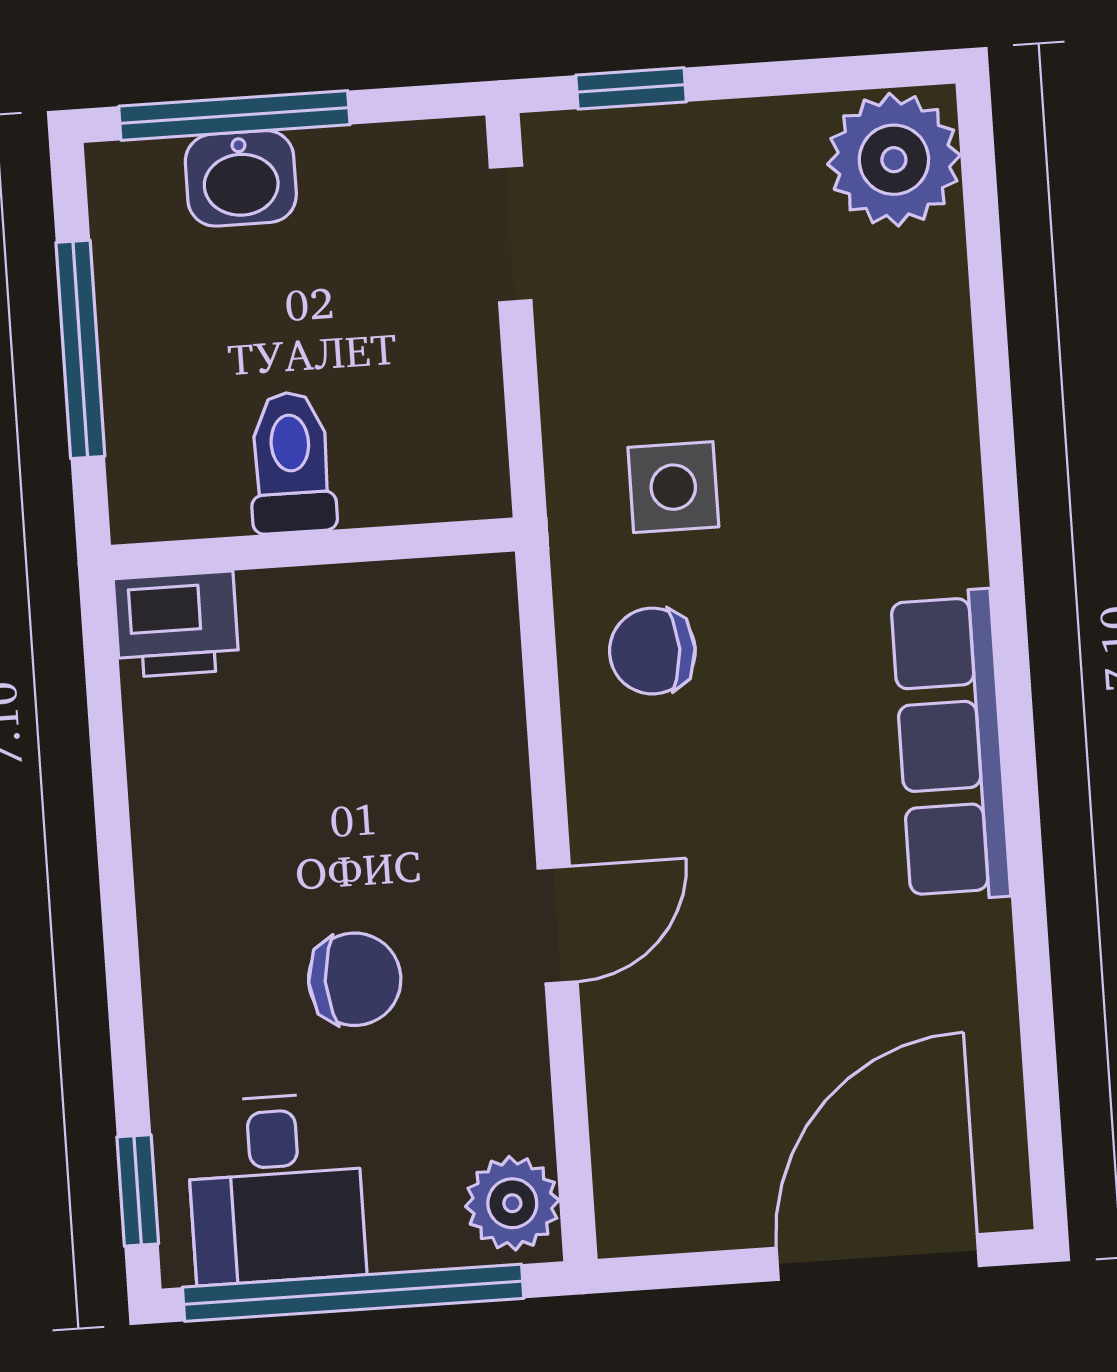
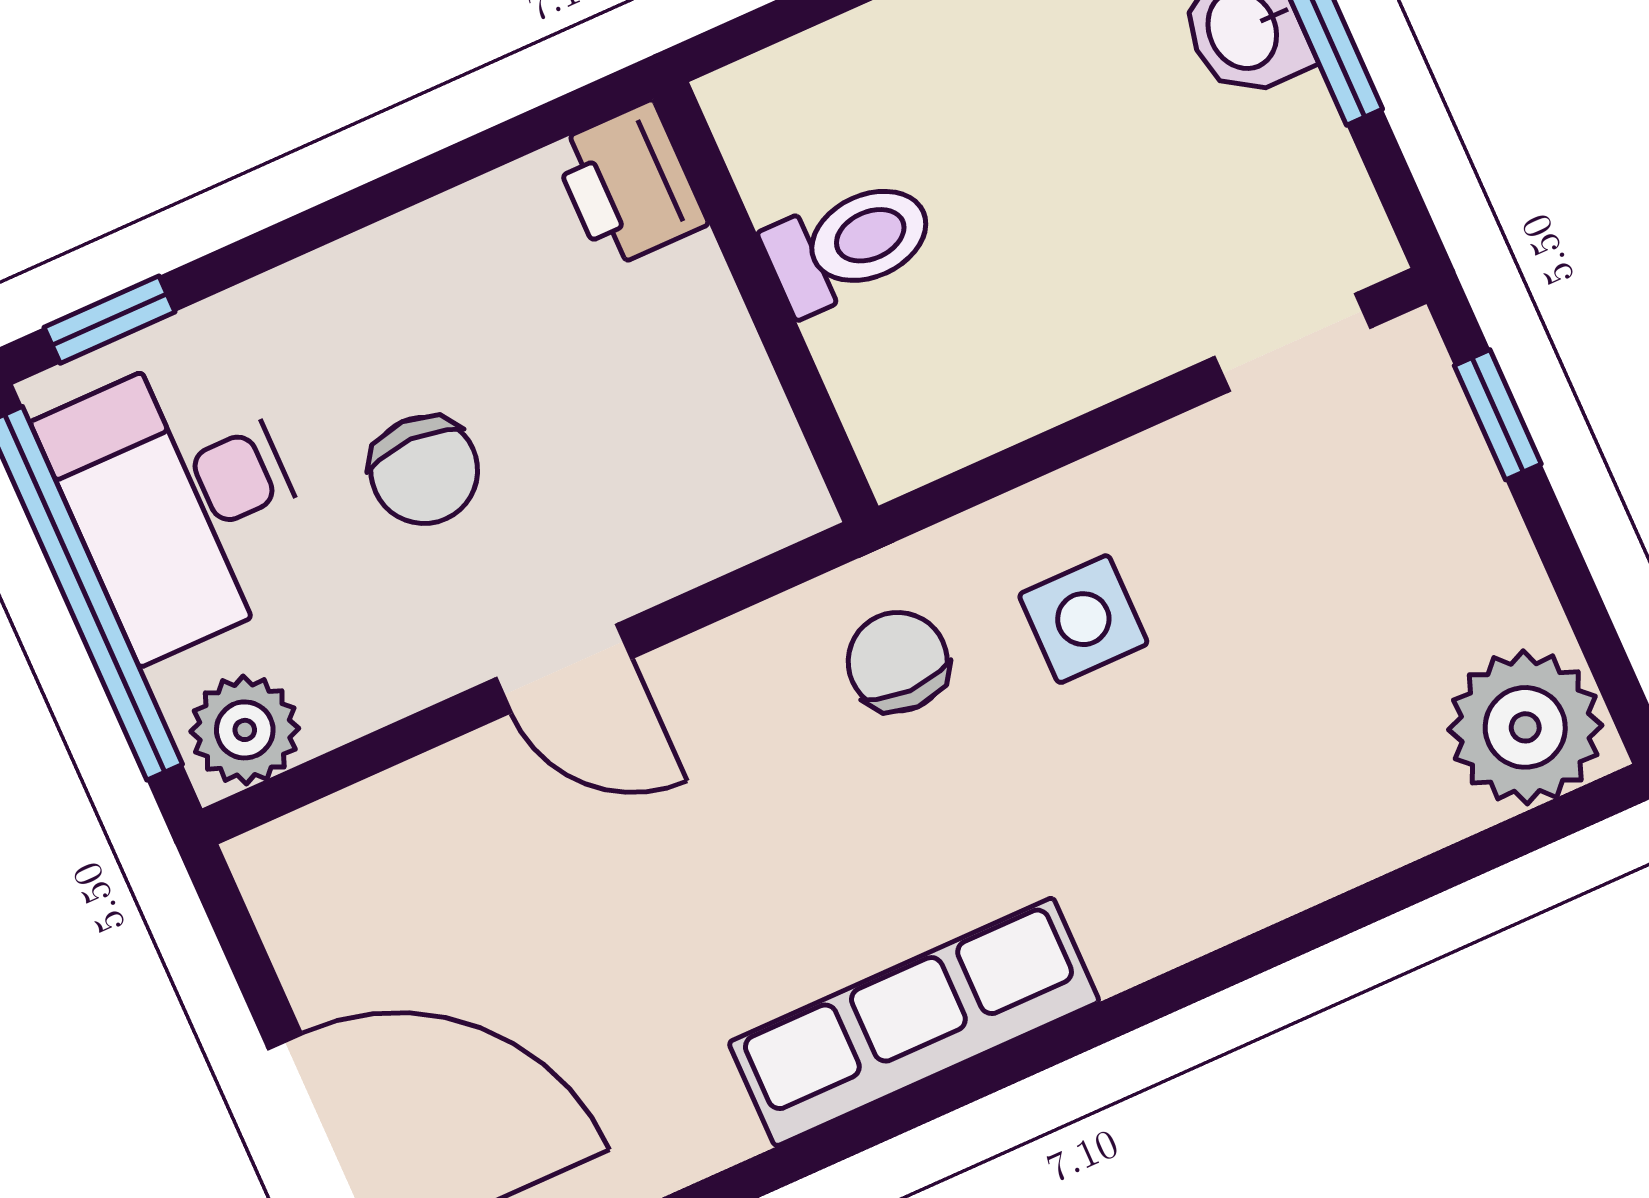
toilet: (291, 463) -> (850, 244), moved
wall: (313, 548) -> (766, 302), moved
printer: (176, 624) -> (629, 185), moved
desk: (276, 1189) -> (181, 502), width x1.37

